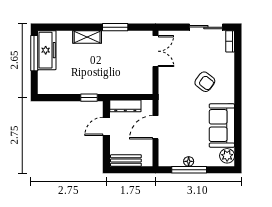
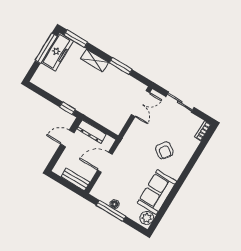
window: (57, 27) -> (76, 39), added
sliding door: (206, 27) -> (180, 102), moved
bench: (126, 160) -> (75, 179), moved

